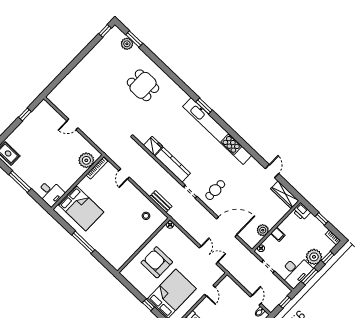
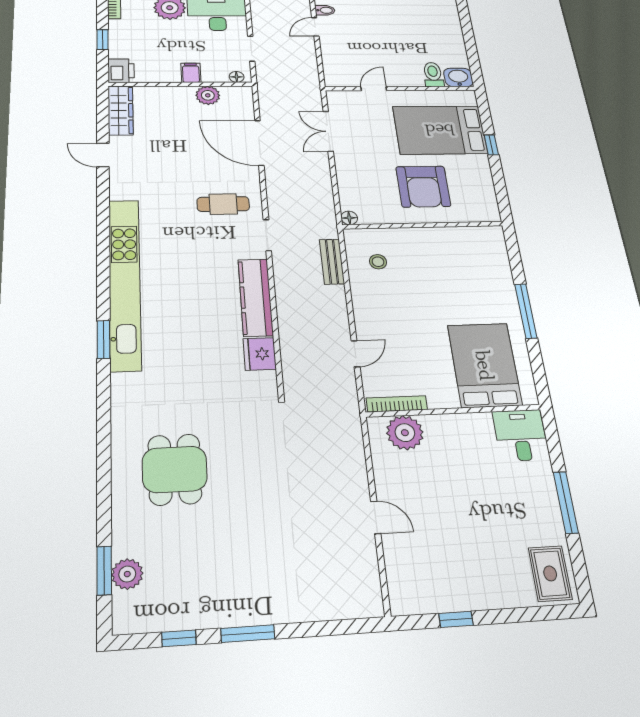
window: (105, 31) -> (179, 638), moved
window: (79, 58) -> (248, 634), added
door: (272, 171) -> (103, 155), hinge flipped

